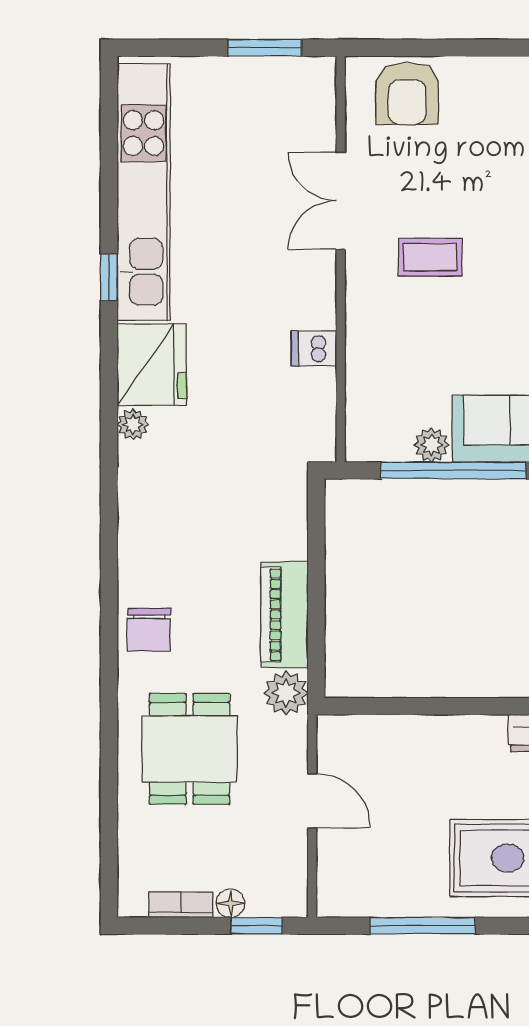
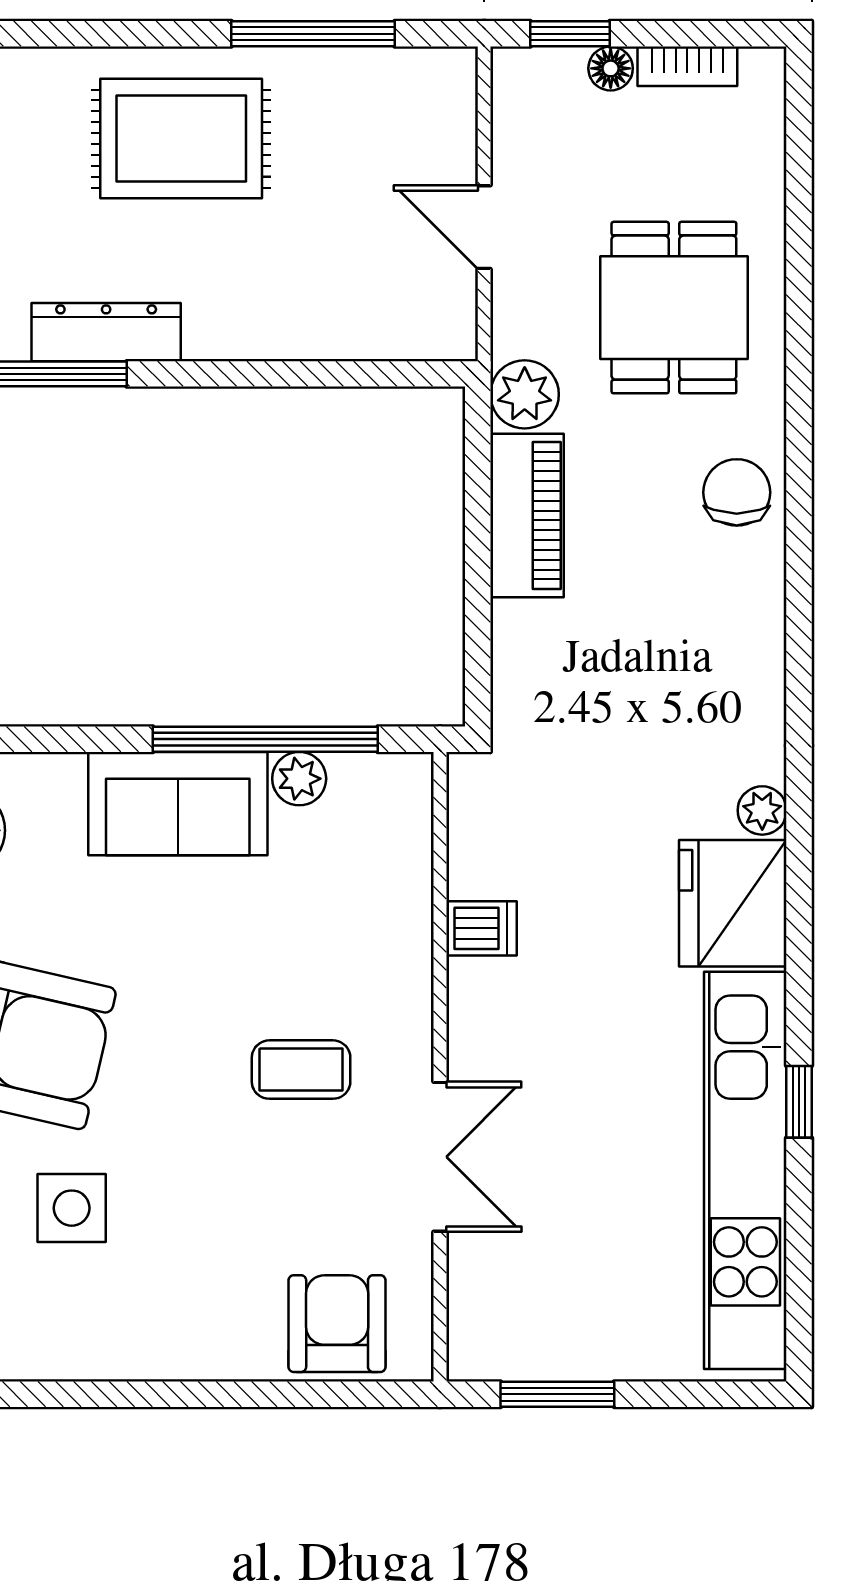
window: (109, 278) -> (799, 1102), moved

